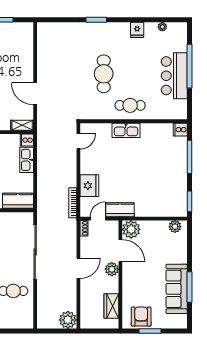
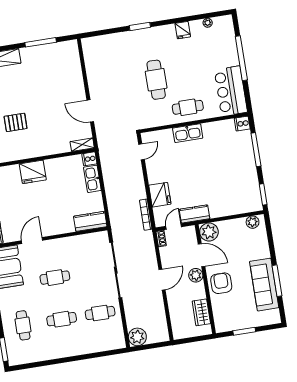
bar counter: (174, 76) -> (231, 91), moved
armchair: (141, 317) -> (221, 283), moved
plant: (68, 320) -> (137, 337), moved

